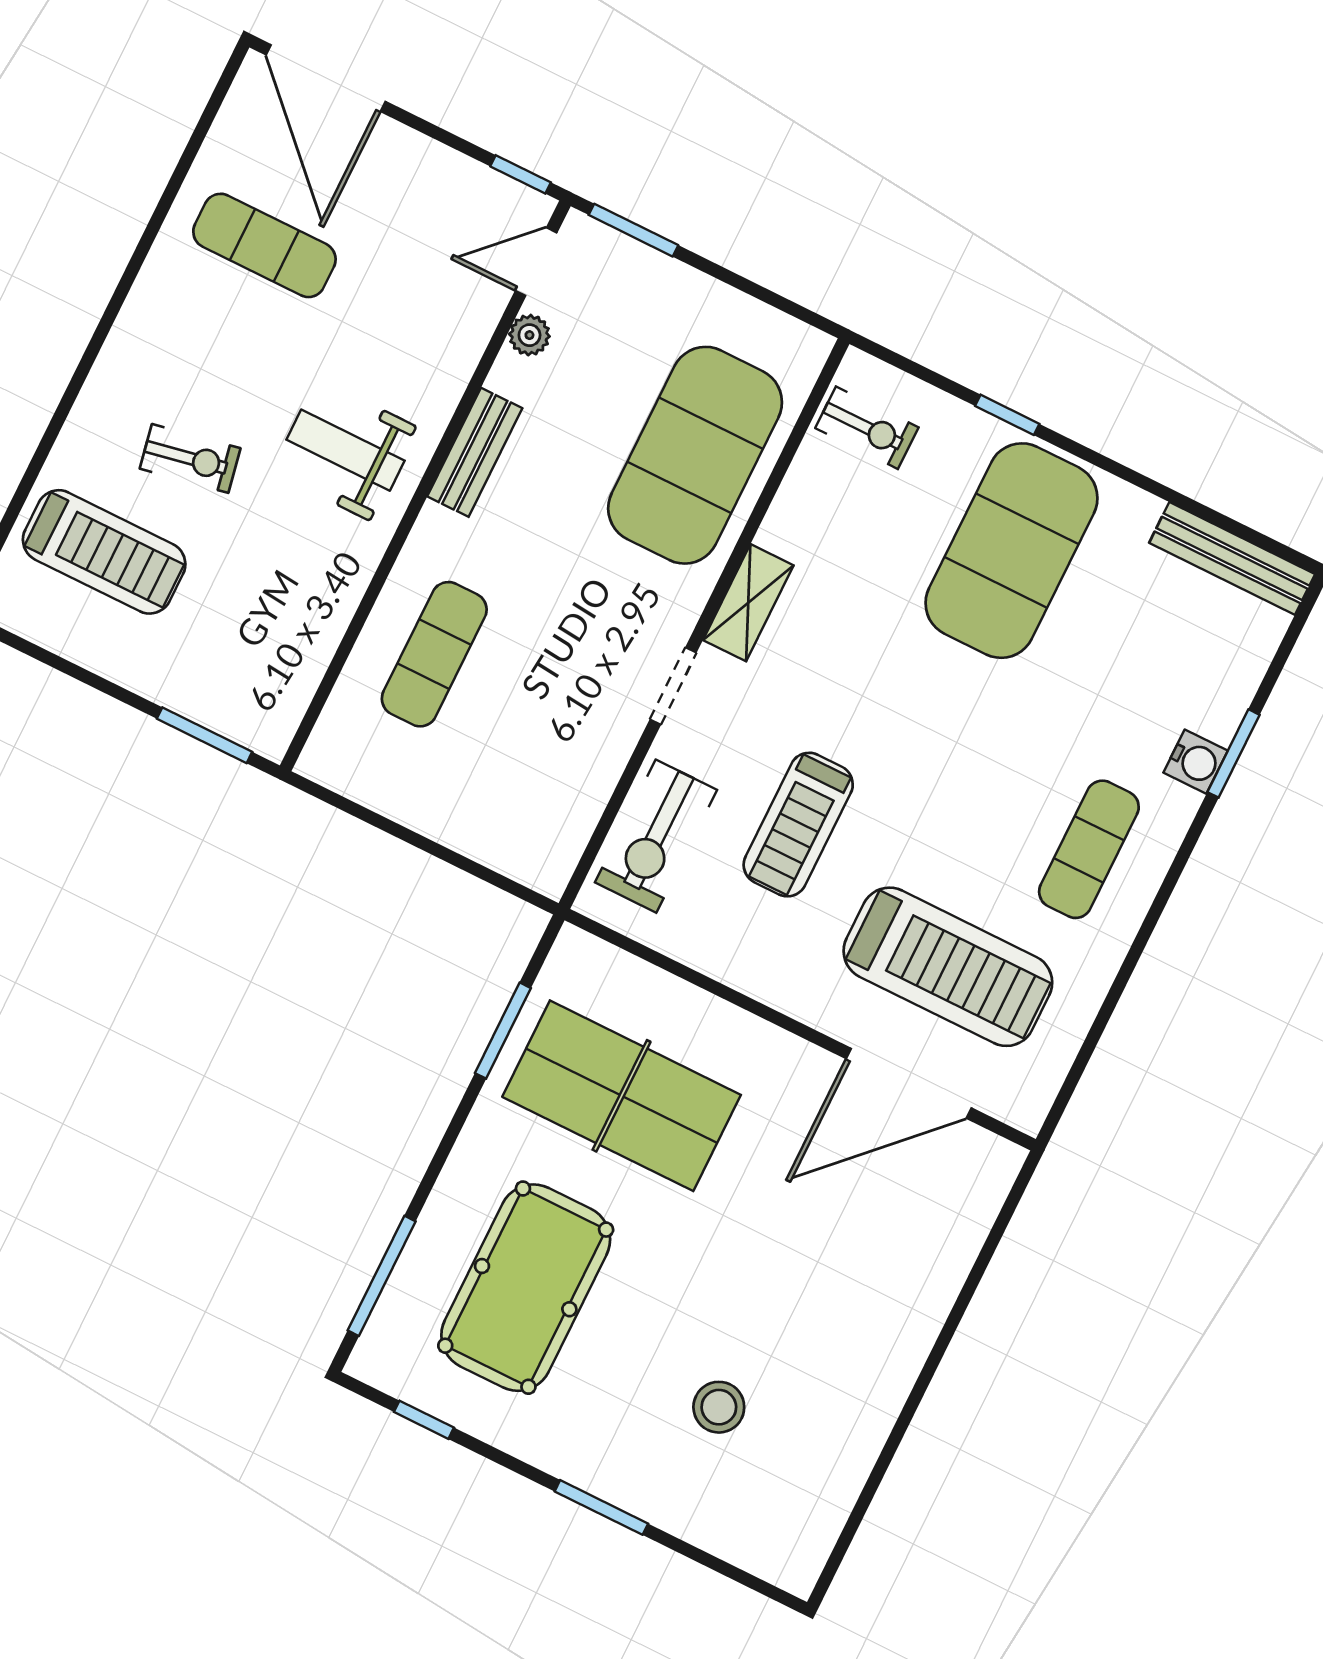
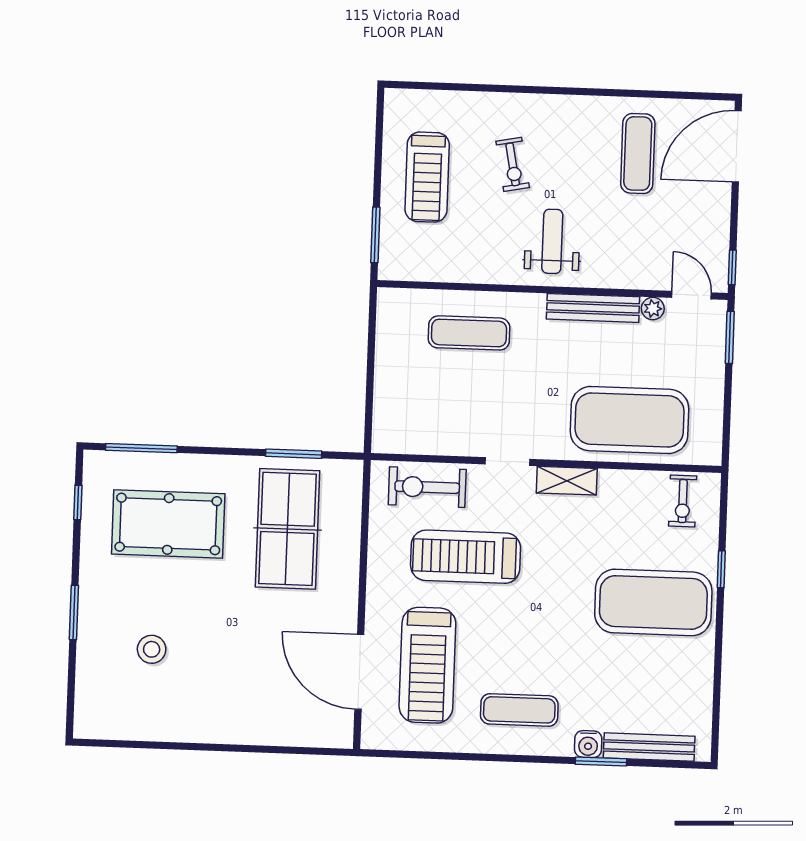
bench: (475, 452) -> (593, 308), width x1.36
treadmill: (104, 552) -> (427, 177), moved
bench: (1232, 558) -> (649, 747), moved, turned 90
treadmill: (798, 825) -> (466, 557), width x1.37, depth x1.38

